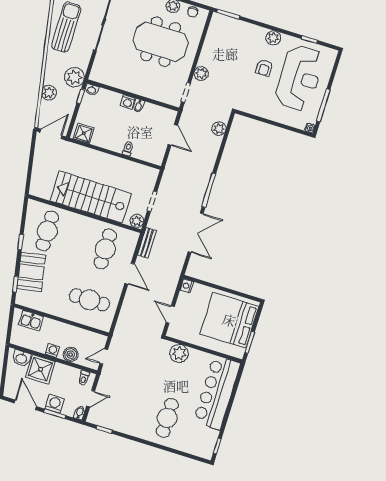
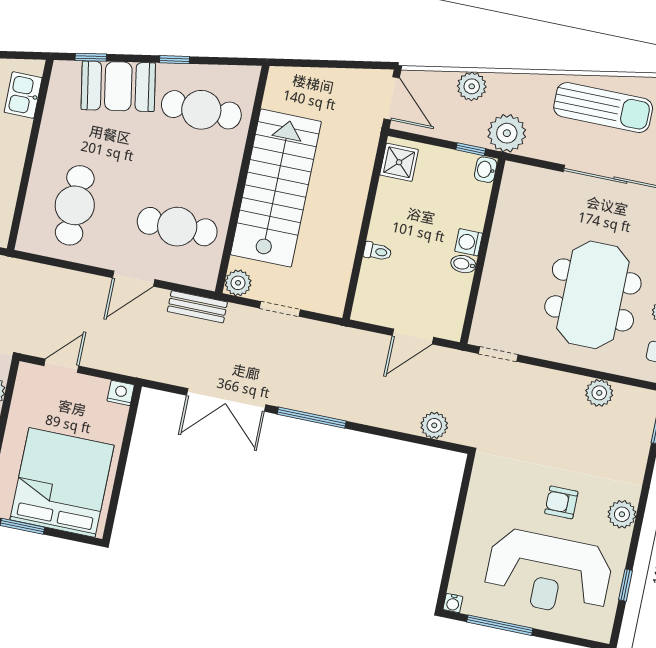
plant: (201, 74) -> (599, 393), moved

